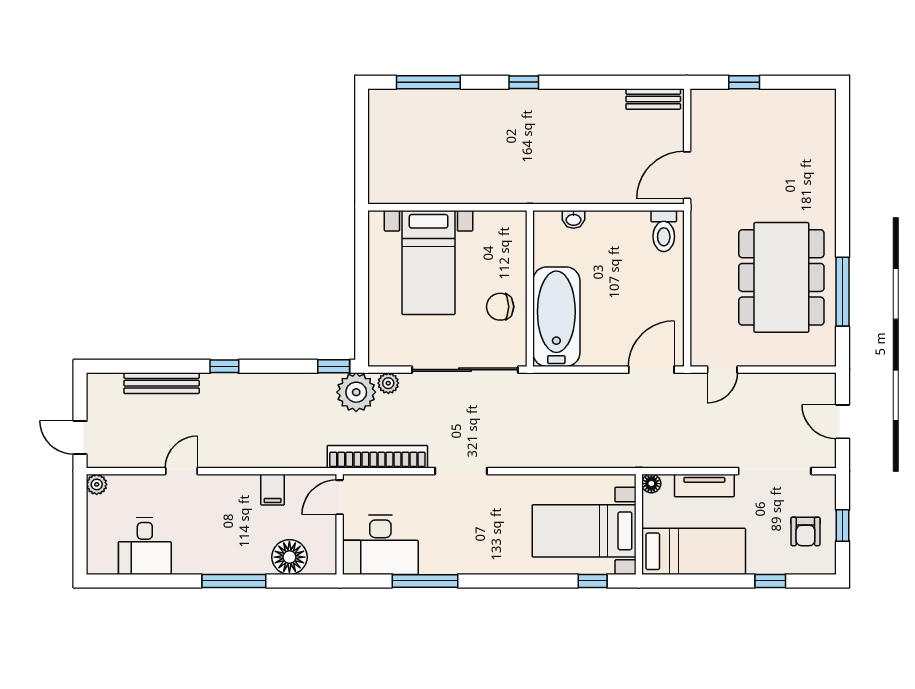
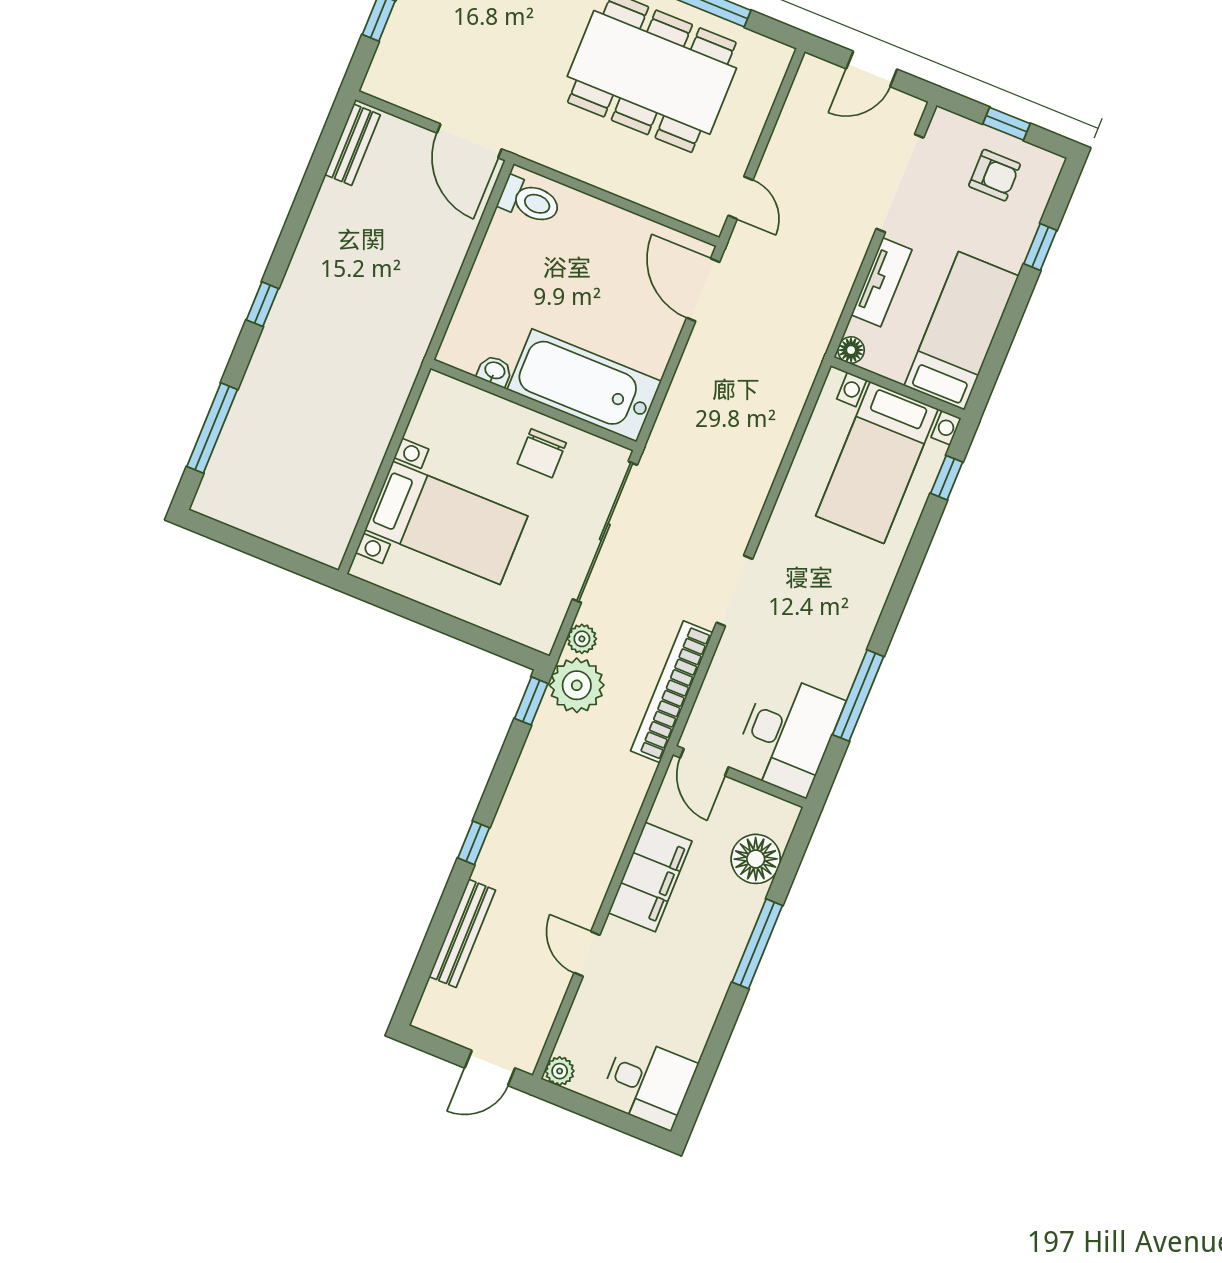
washbasin: (574, 219) -> (495, 371), moved, turned -90
filing cabinet: (273, 490) -> (650, 877), width x3.00, depth x1.17
desk: (145, 546) -> (648, 1083), moved

